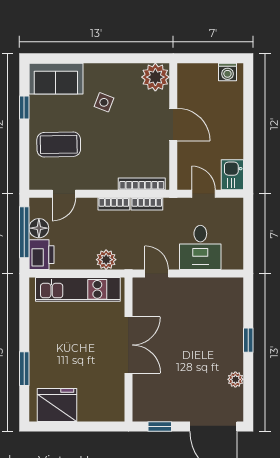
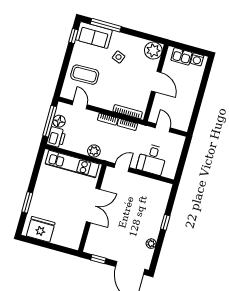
window: (70, 58) -> (106, 25), added
window: (24, 108) -> (73, 36), moved
kitchen sink: (232, 175) -> (182, 56), moved, turned -90
door: (64, 194) -> (80, 105), swing flipped
door: (157, 274) -> (122, 168), hinge flipped

